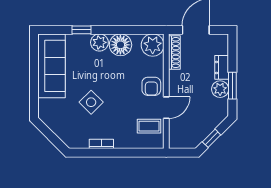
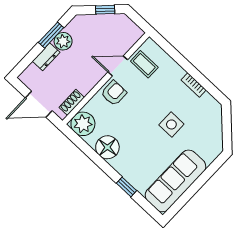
plant: (99, 42) -> (122, 164), removed
shoe rack: (174, 53) -> (72, 102), width x0.70
side table: (91, 102) -> (171, 124), turned 45

